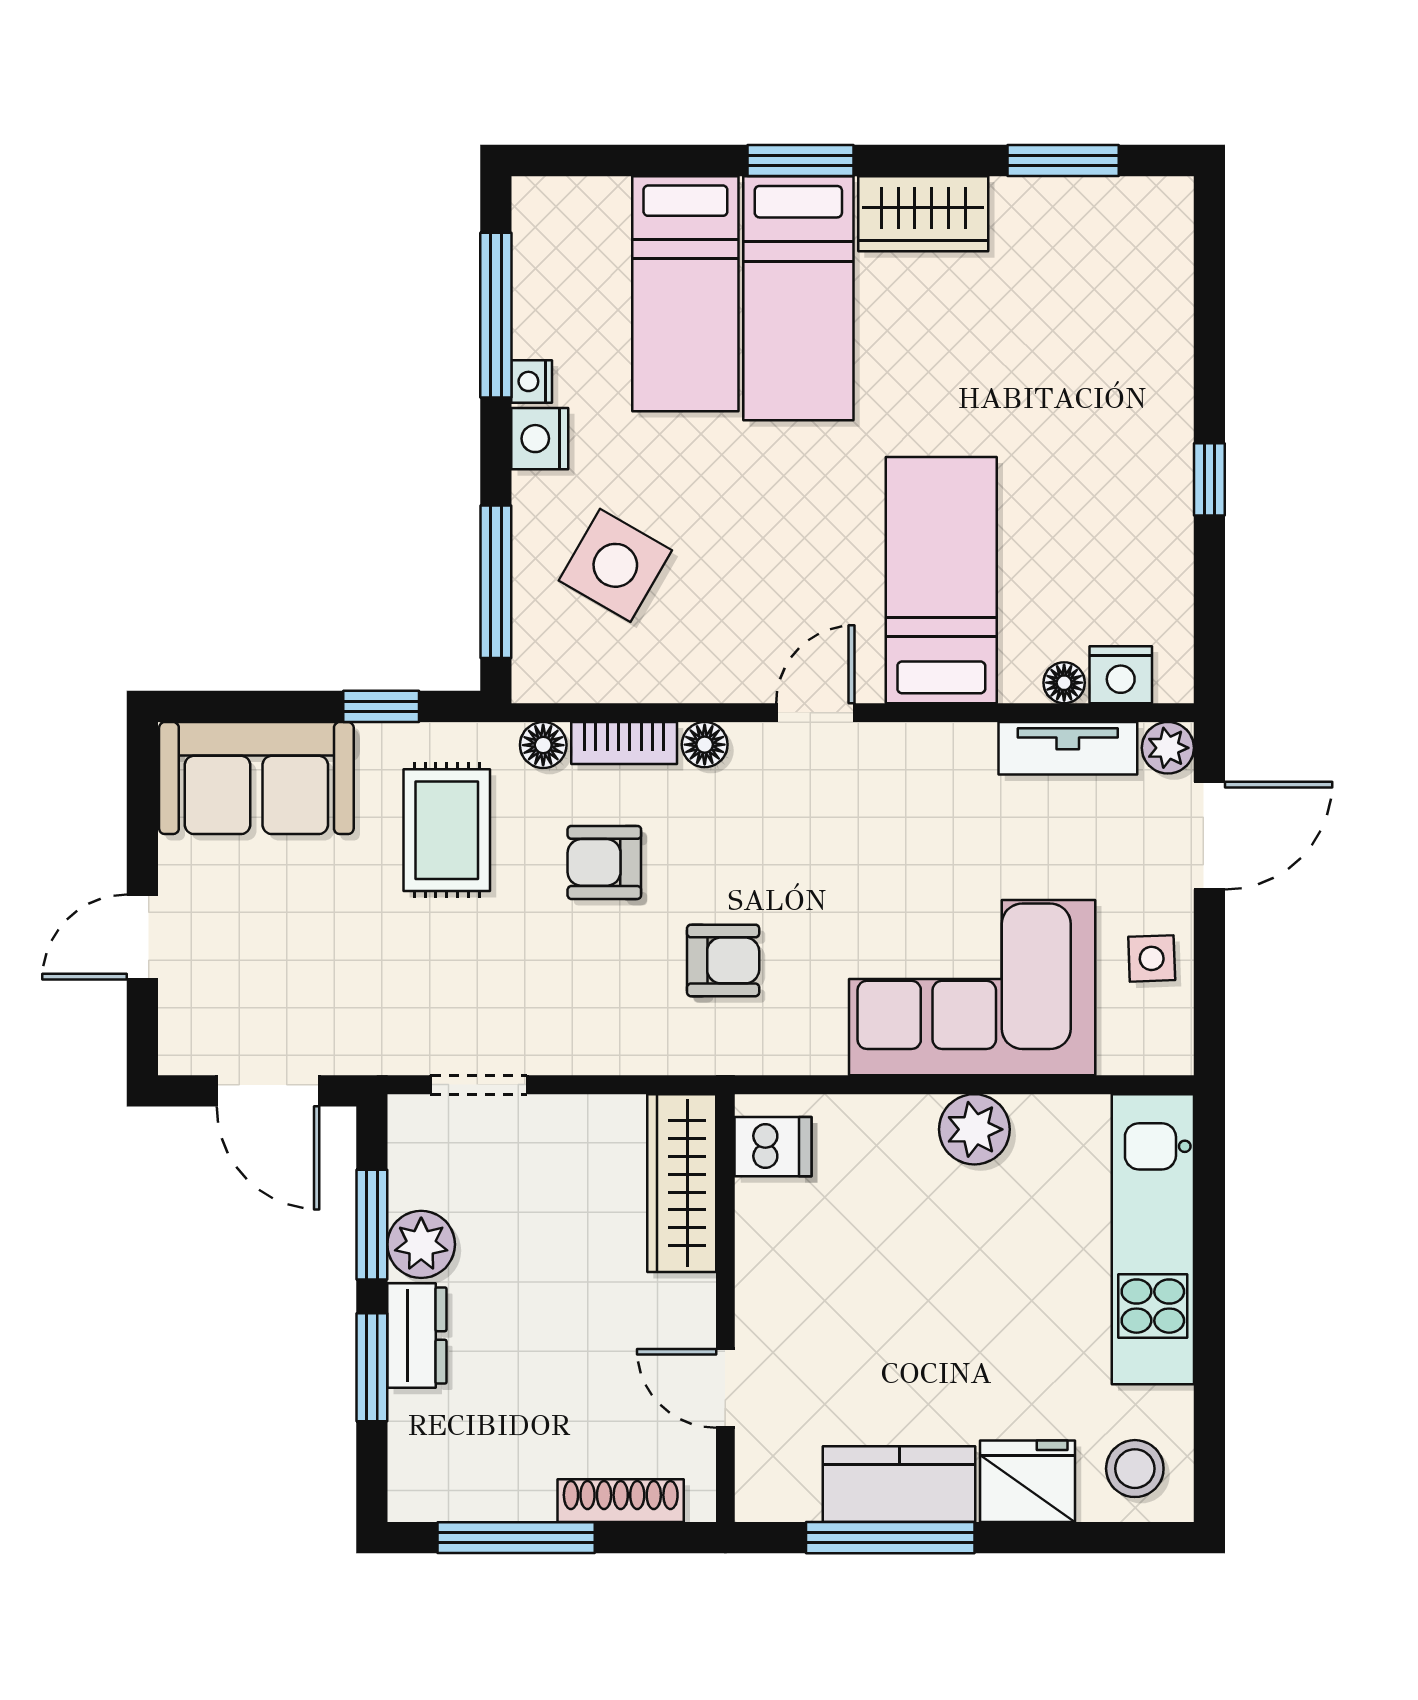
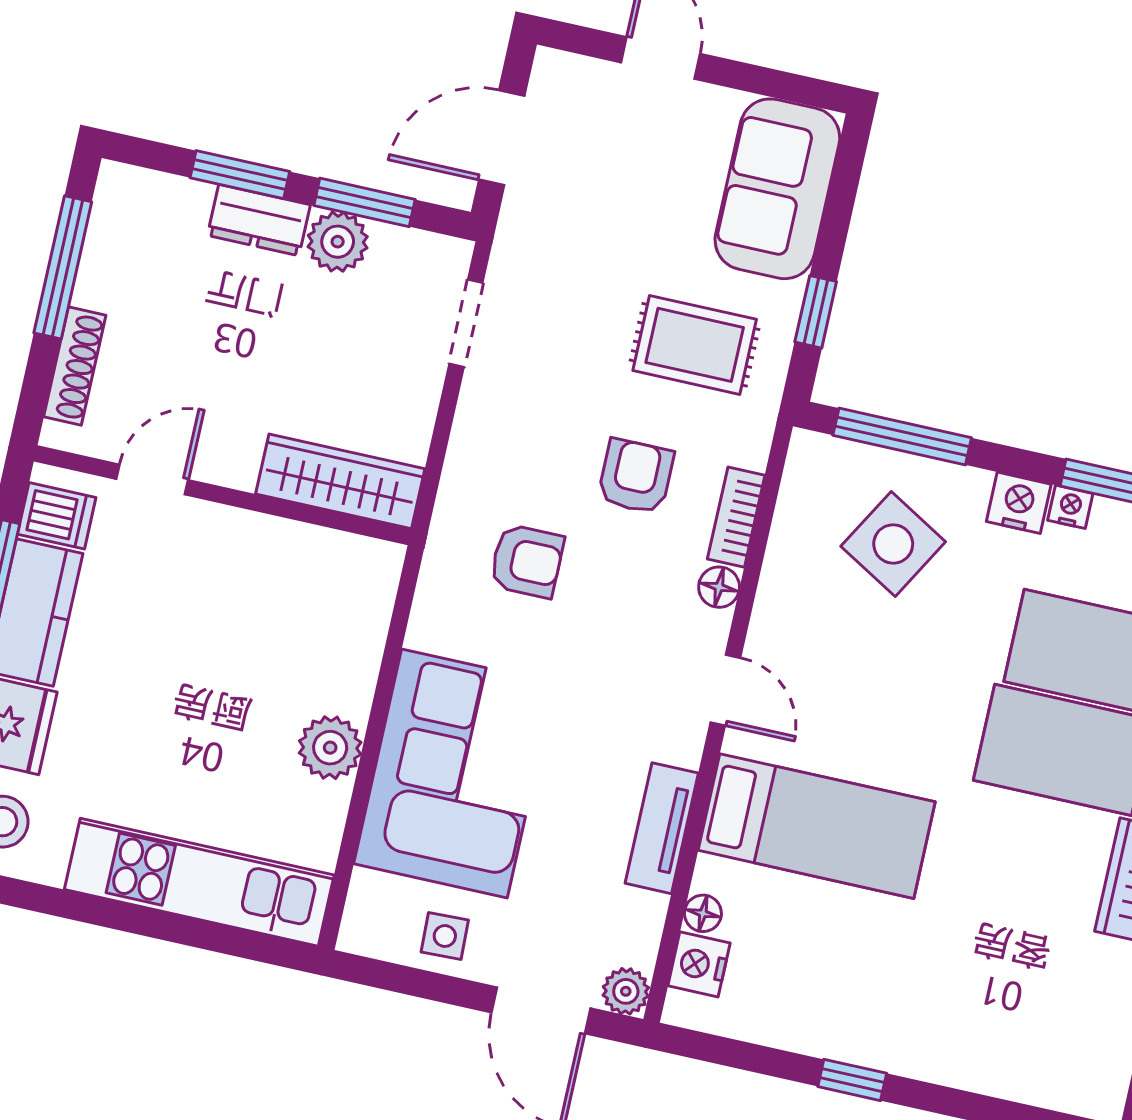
floor lamp: (543, 745) -> (750, 446), removed
tv unit: (1068, 748) -> (662, 828), moved
armchair: (723, 960) -> (527, 561), turned -90
dishwasher: (773, 1147) -> (57, 516), moved, turned -90

